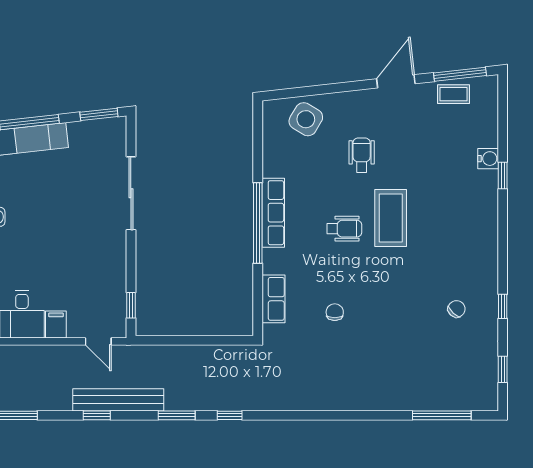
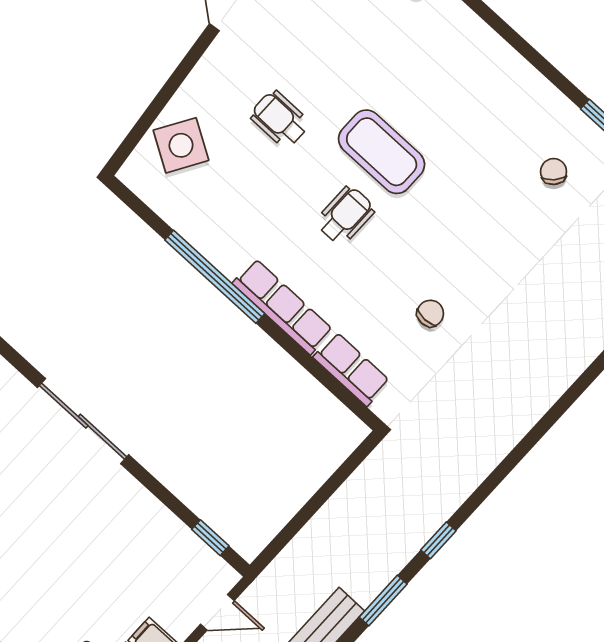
row of seats: (273, 213) -> (283, 307), moved
window: (258, 223) -> (215, 277), moved
chair: (335, 312) -> (430, 313), turned 90

